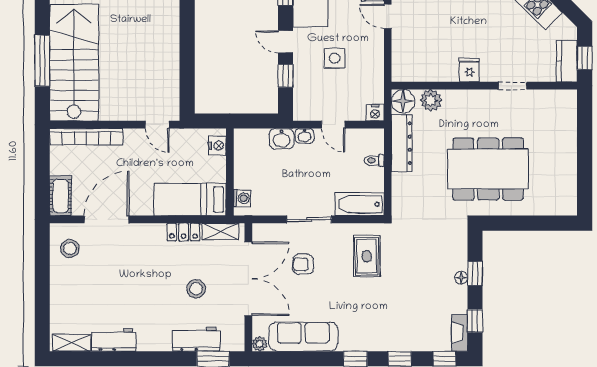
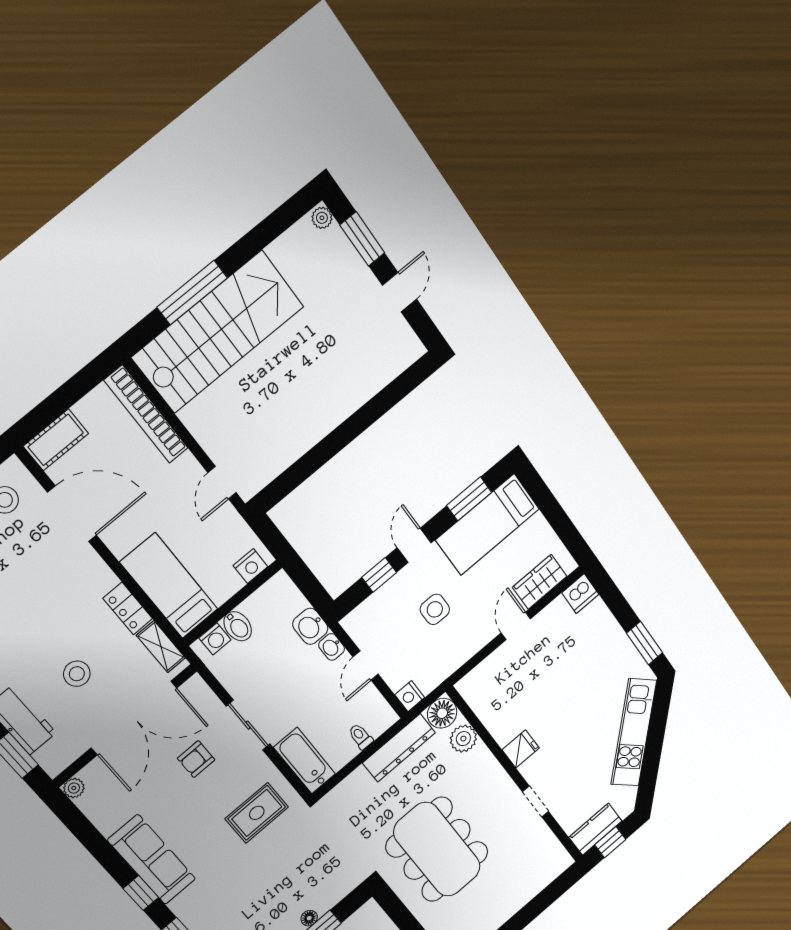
bidet: (246, 180) -> (238, 626), added
armchair: (303, 264) -> (196, 759), turned -90
sofa: (303, 337) -> (152, 860), moved

